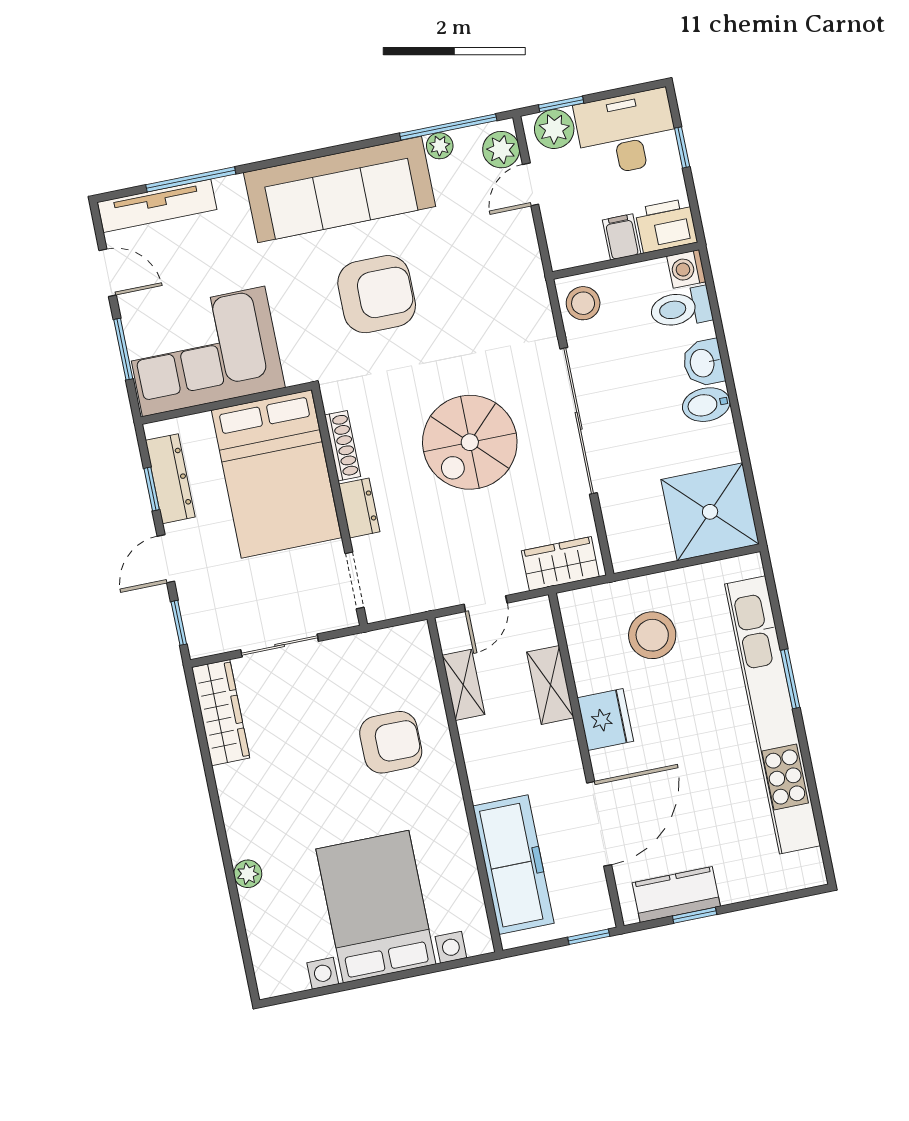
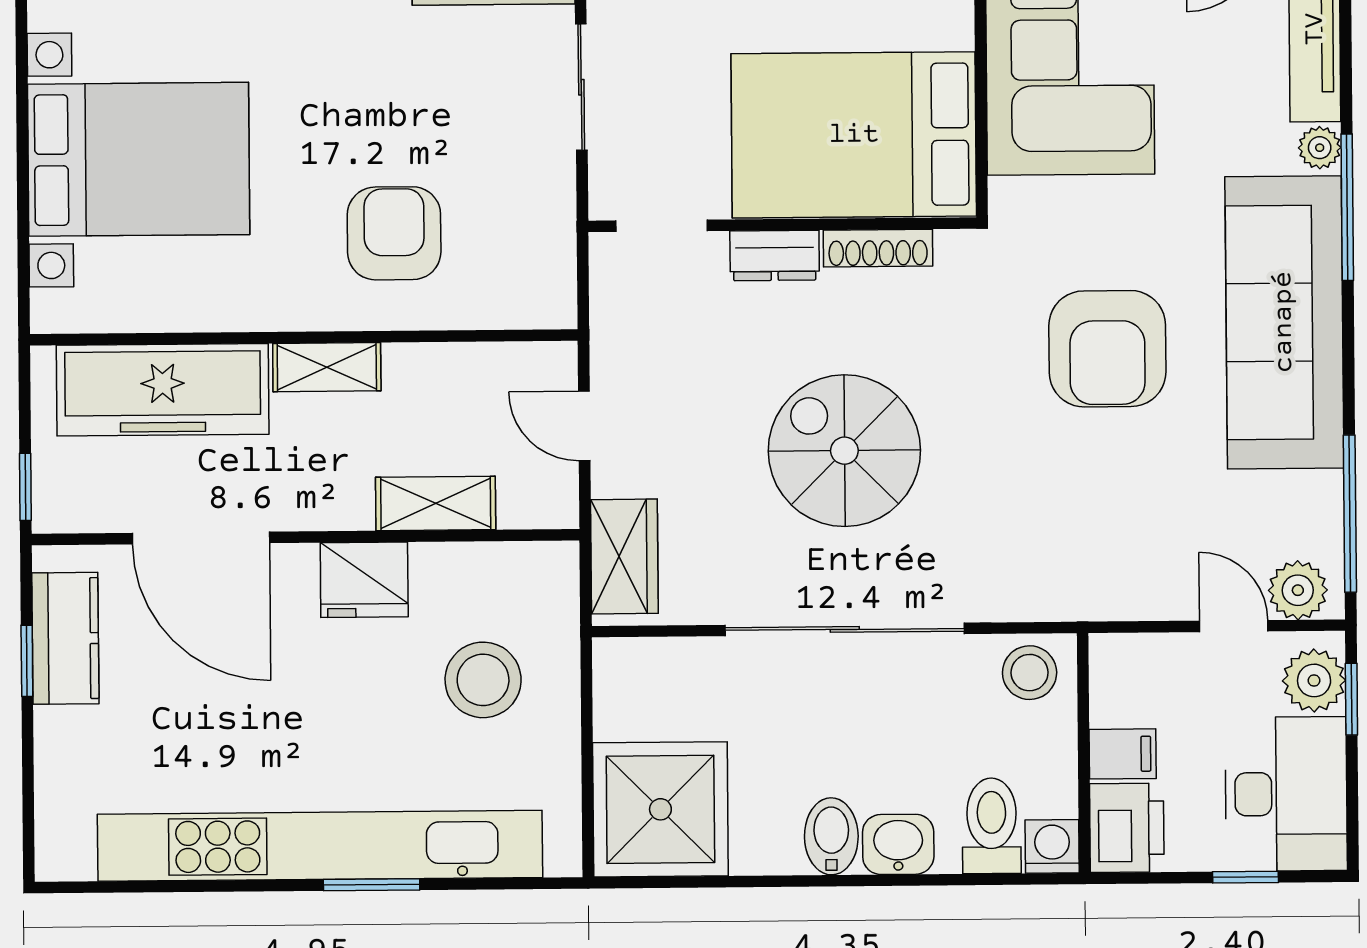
plant: (440, 146) -> (1320, 148), moved
window: (191, 179) -> (1347, 207), moved
shelving: (463, 685) -> (327, 367), moved
armchair: (391, 742) -> (394, 233), turned 180

